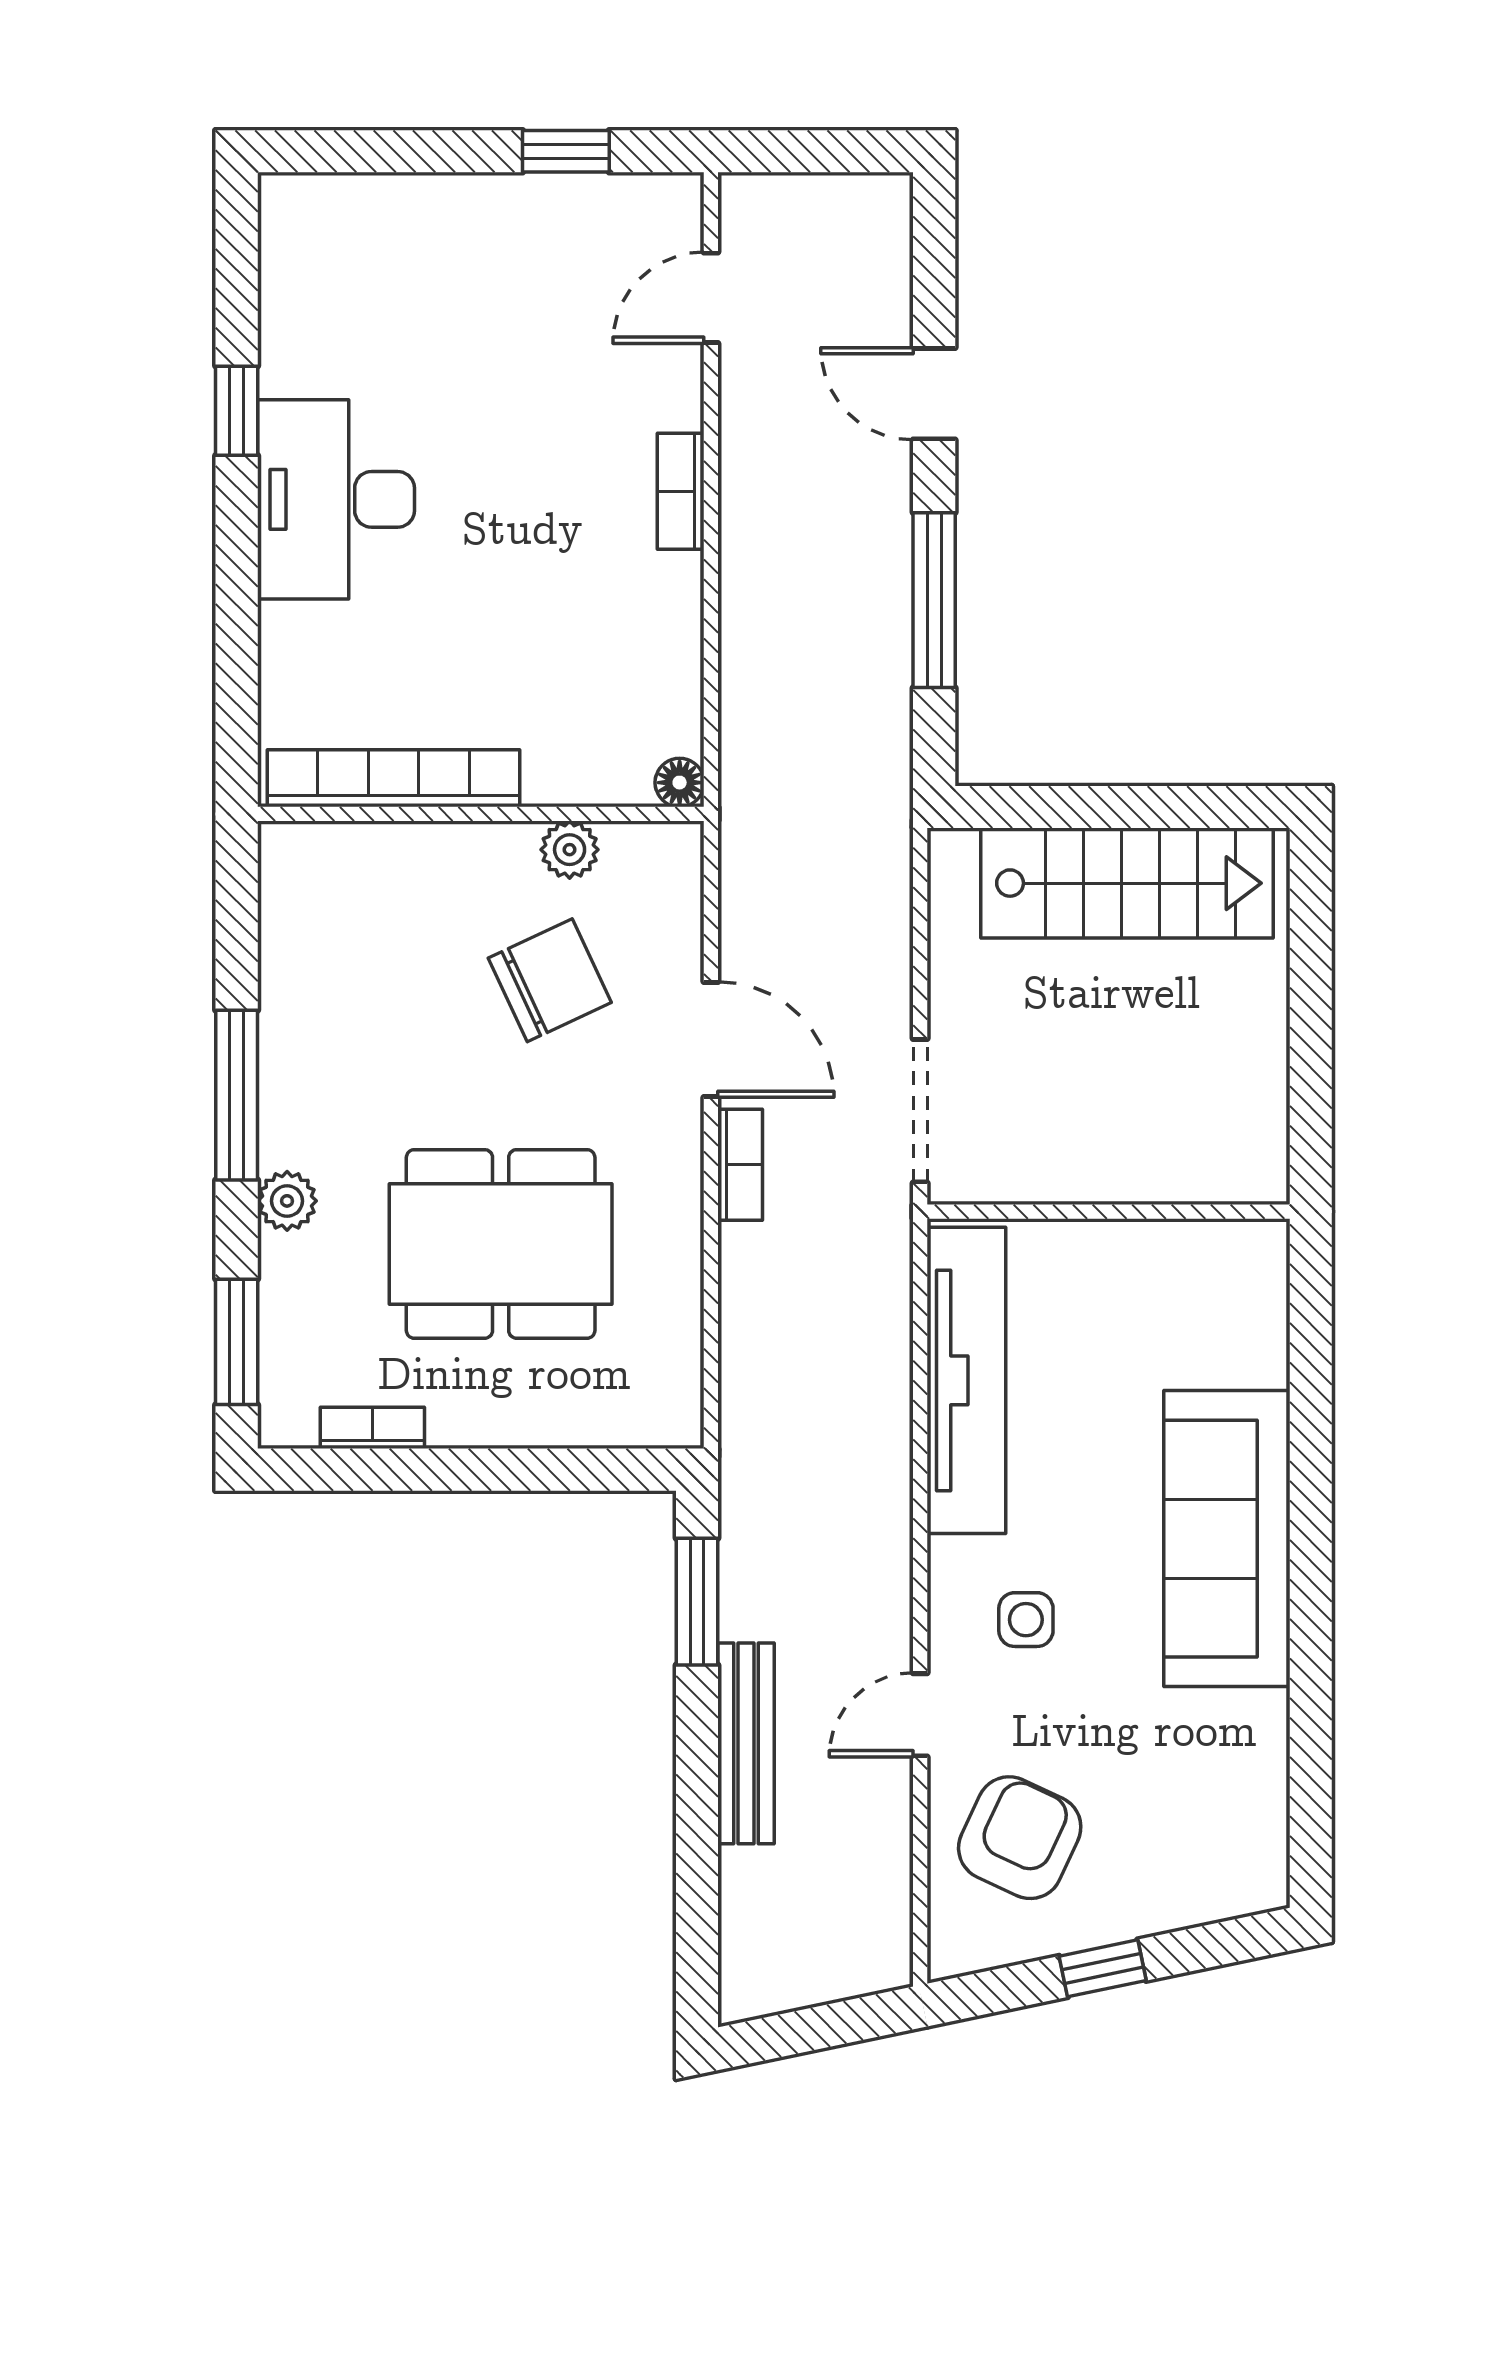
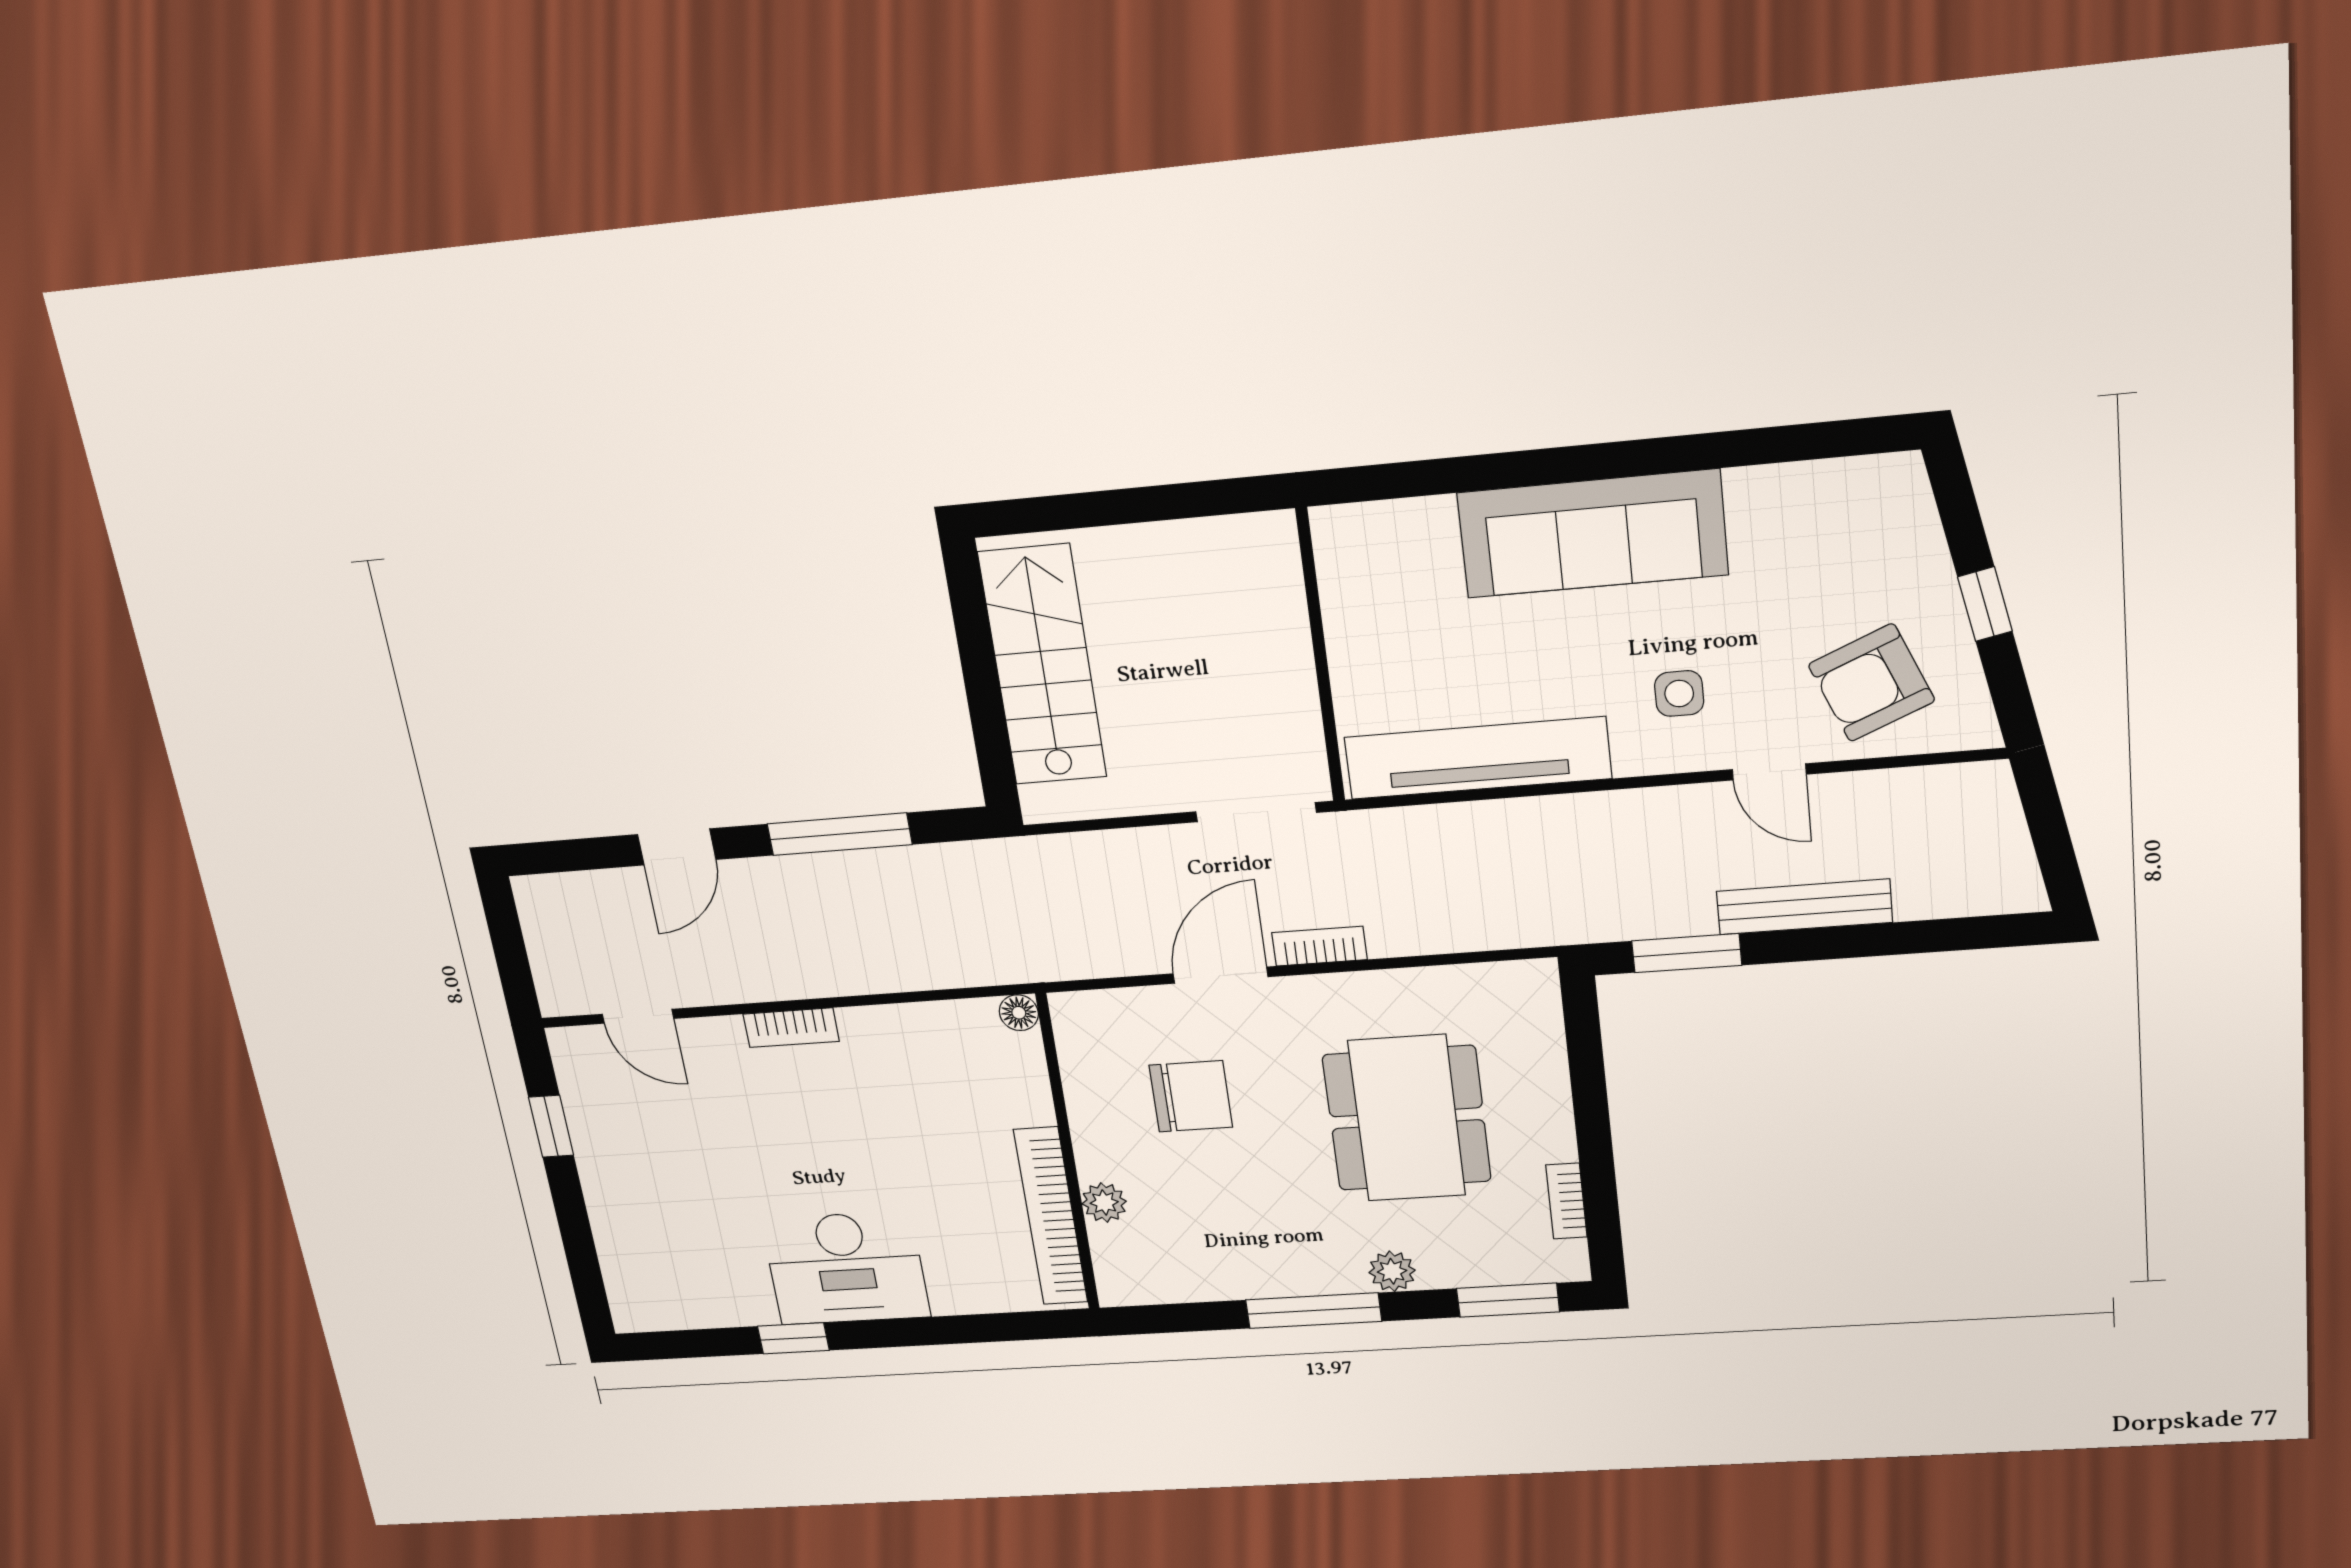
plant: (570, 850) -> (1104, 1203), moved
chair: (550, 980) -> (1191, 1096), turned 115
armchair: (1020, 1838) -> (1872, 683), turned -48

